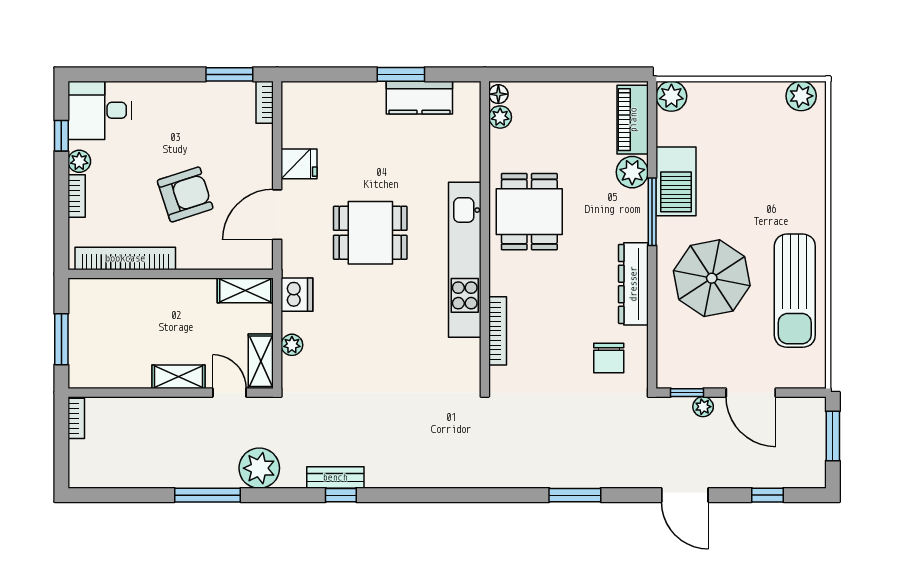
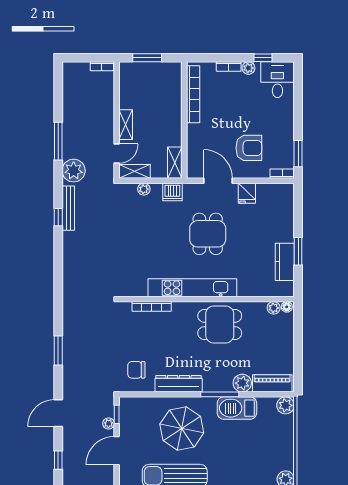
armchair: (185, 194) -> (249, 148), moved, turned -72
bench: (335, 477) -> (68, 208), width x1.36

